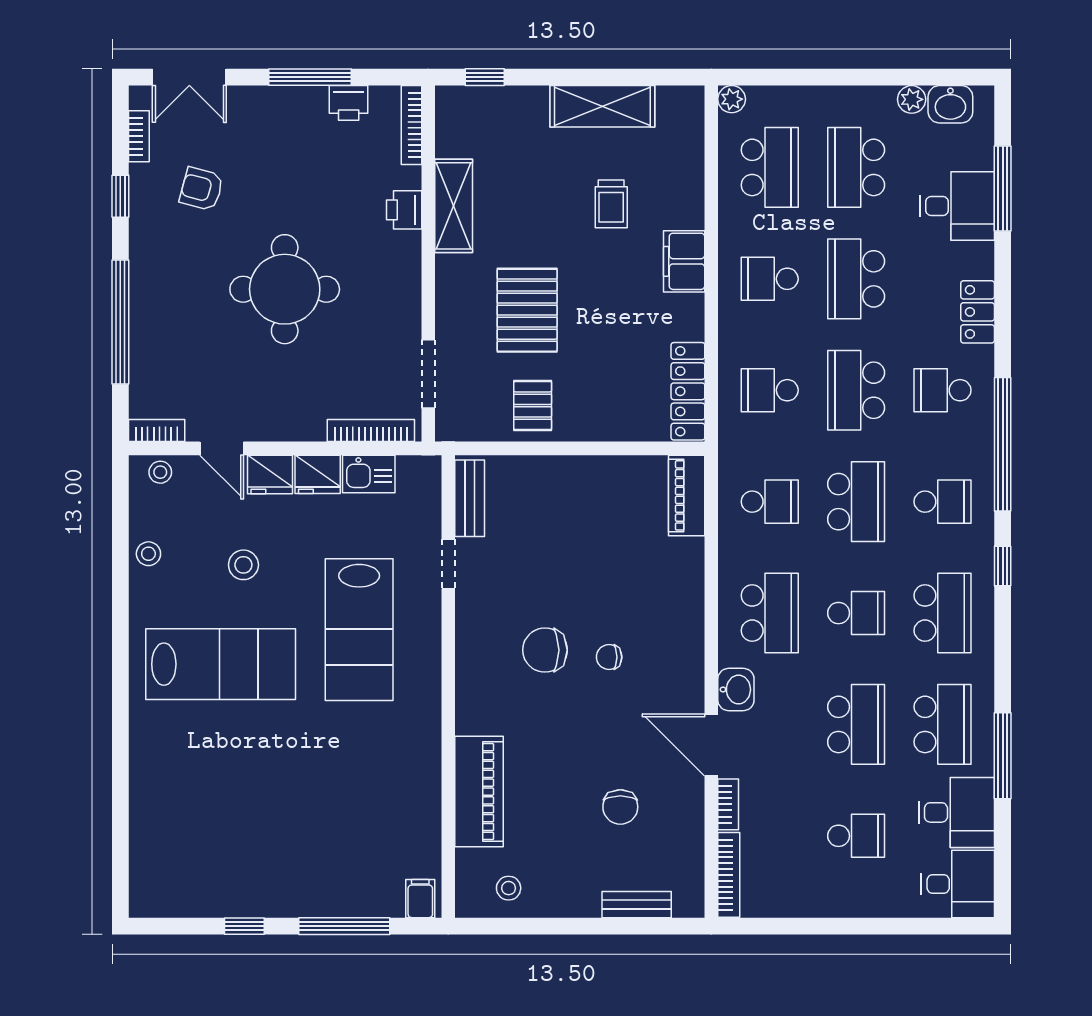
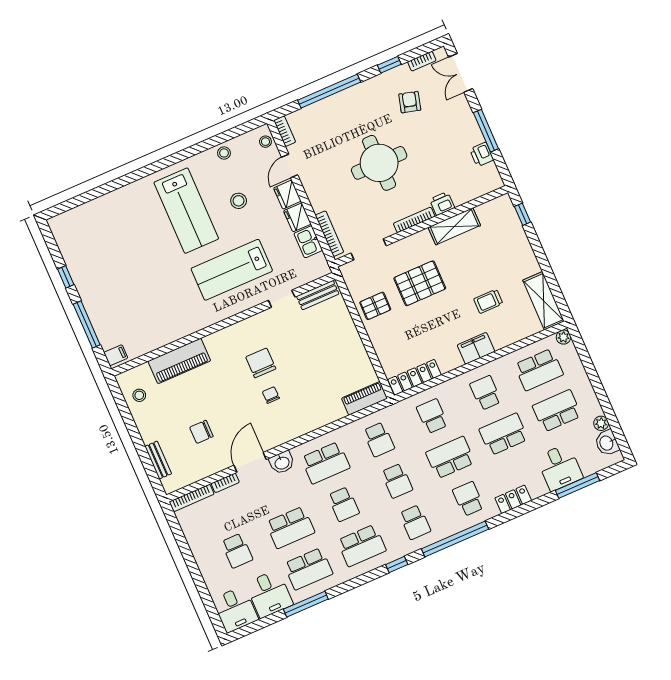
shelving: (602, 106) -> (544, 301), moved
bookcase: (412, 125) -> (414, 220), moved
school desk: (856, 502) -> (397, 481), width x0.54

